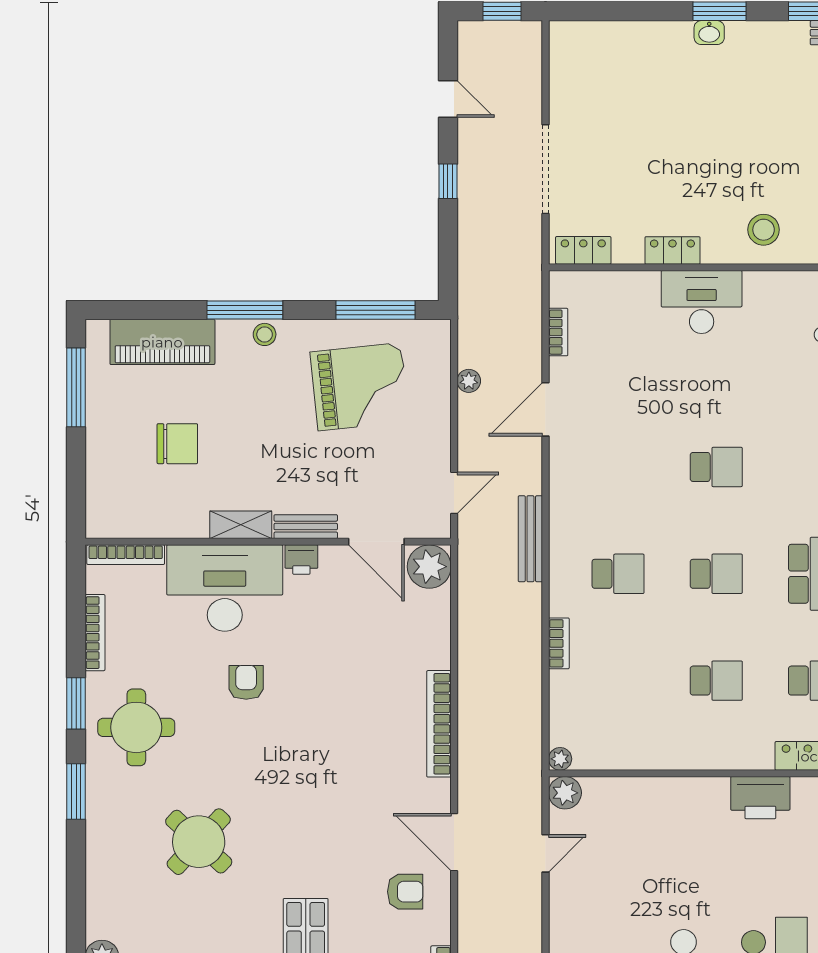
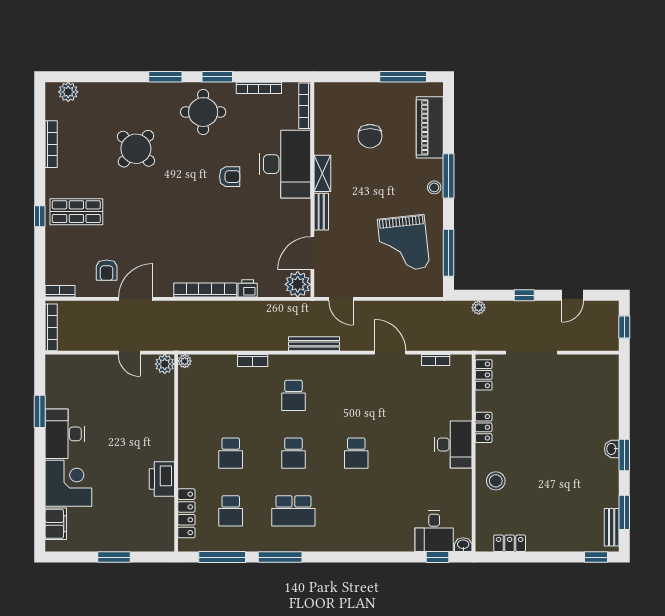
plant: (469, 381) -> (479, 308), moved
printer: (301, 560) -> (248, 288), moved, turned 90

